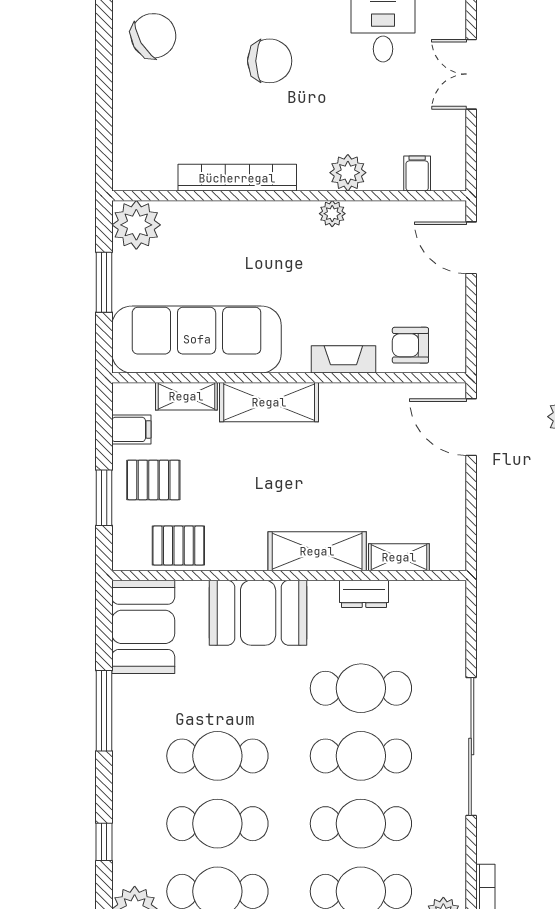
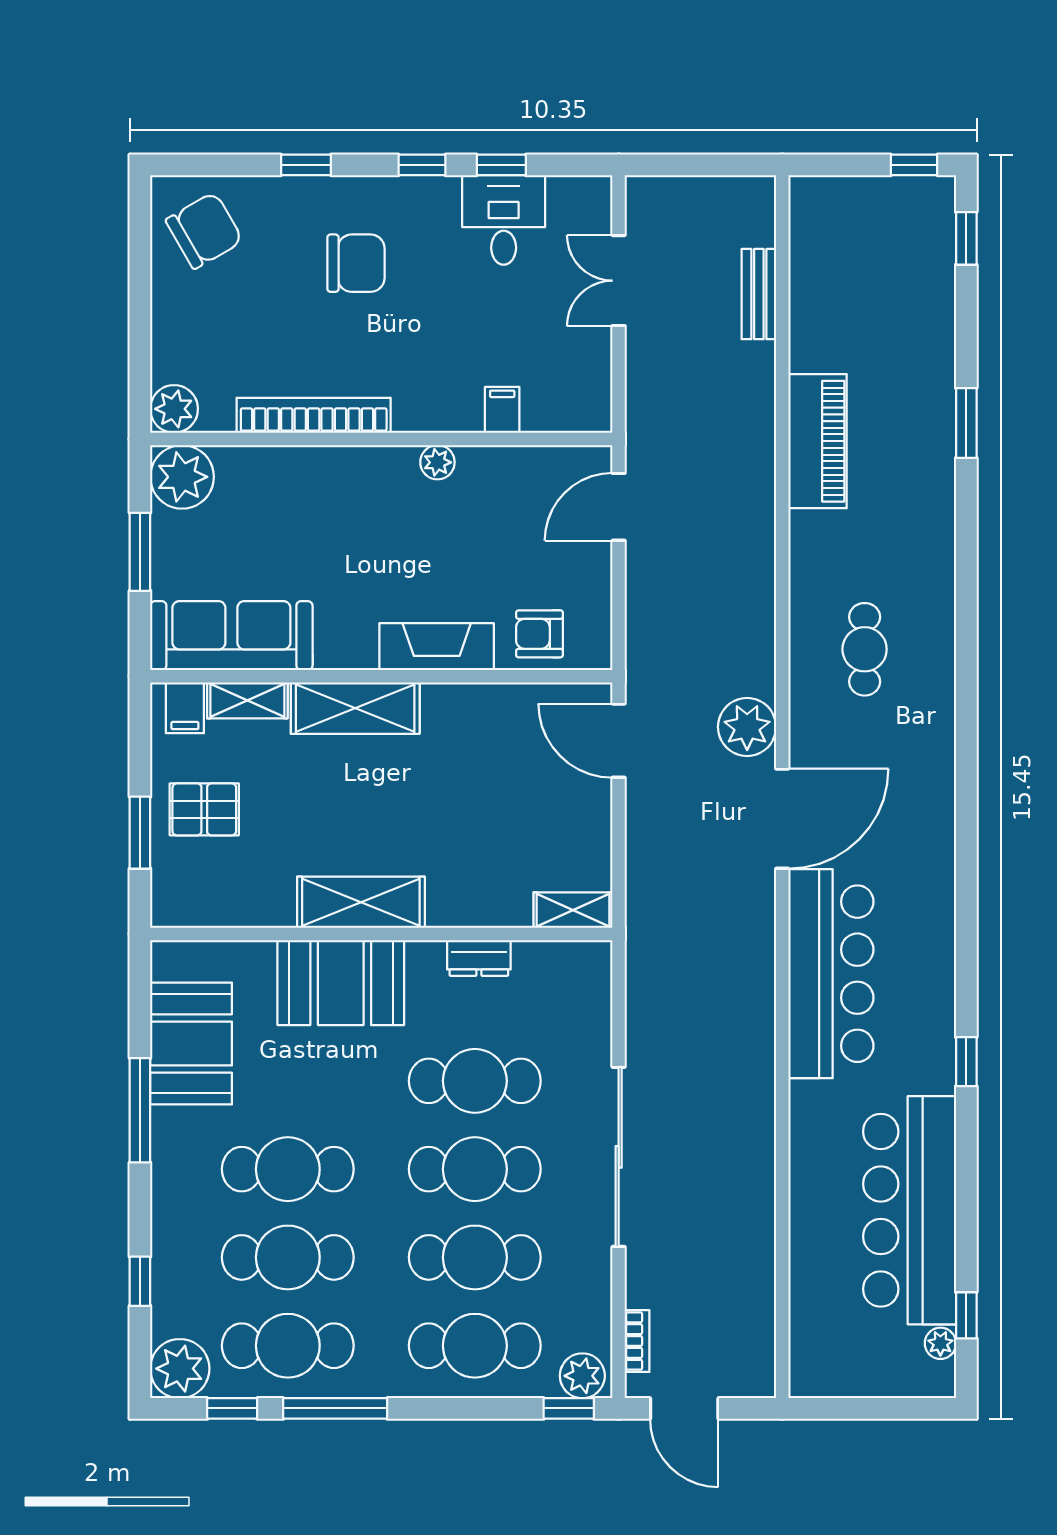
plant: (348, 173) -> (174, 409), moved
filing cabinet: (417, 173) -> (502, 410), moved
door: (471, 248) -> (619, 507), hinge flipped
sofa: (197, 339) -> (231, 636), width x0.74, depth x0.79
fireplace: (343, 359) -> (437, 647), width x1.37, depth x1.32
filing cabinet: (131, 429) -> (185, 708), moved, turned 90
pallet: (178, 546) -> (237, 895), removed
shelving: (317, 551) -> (361, 902), moved
shelving: (399, 557) -> (573, 910), moved
booth: (143, 627) -> (191, 1043), moved

